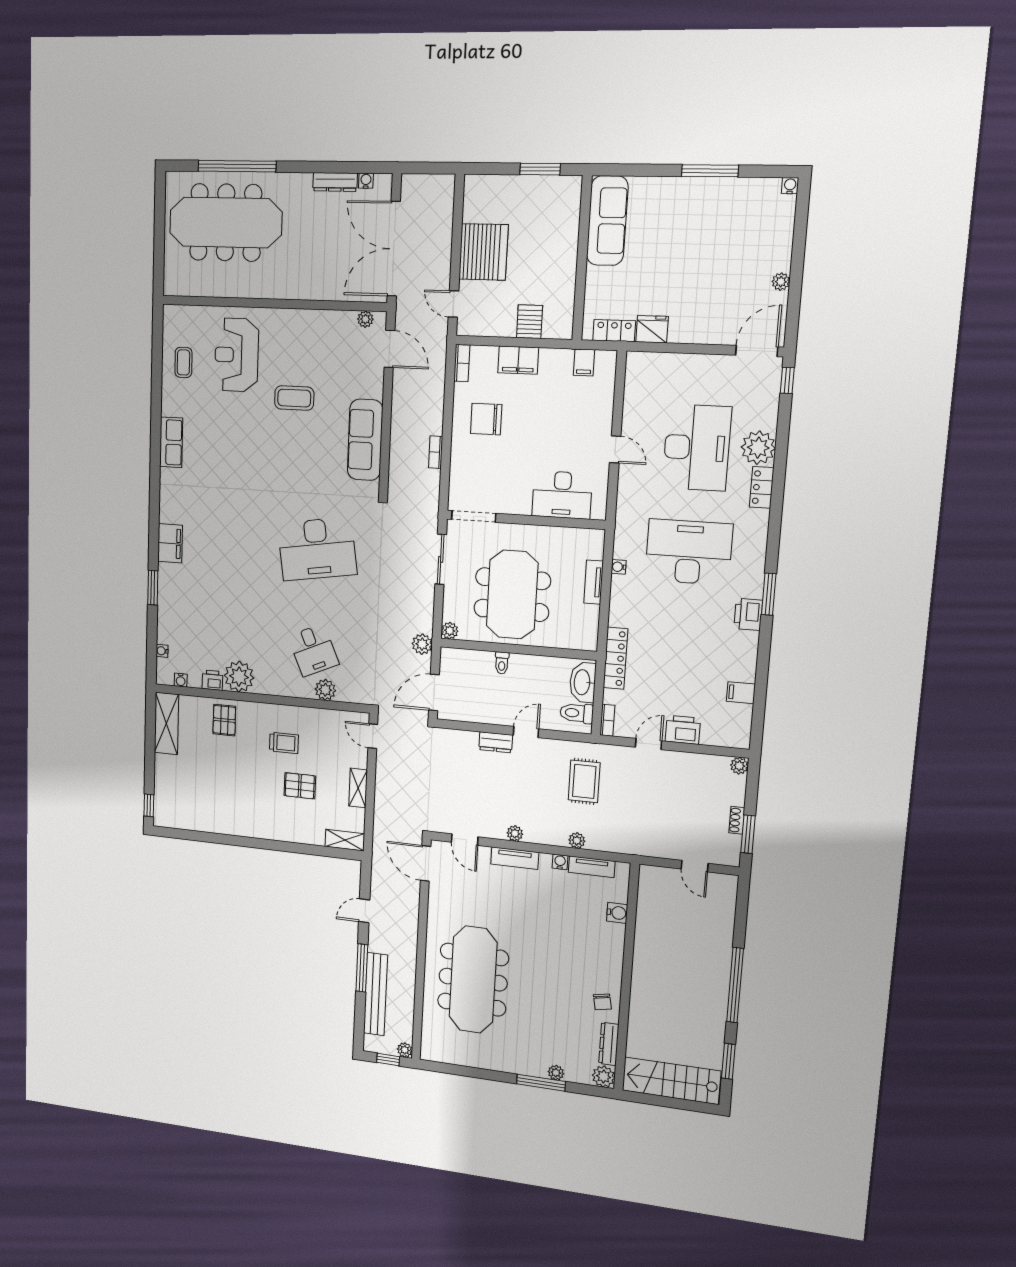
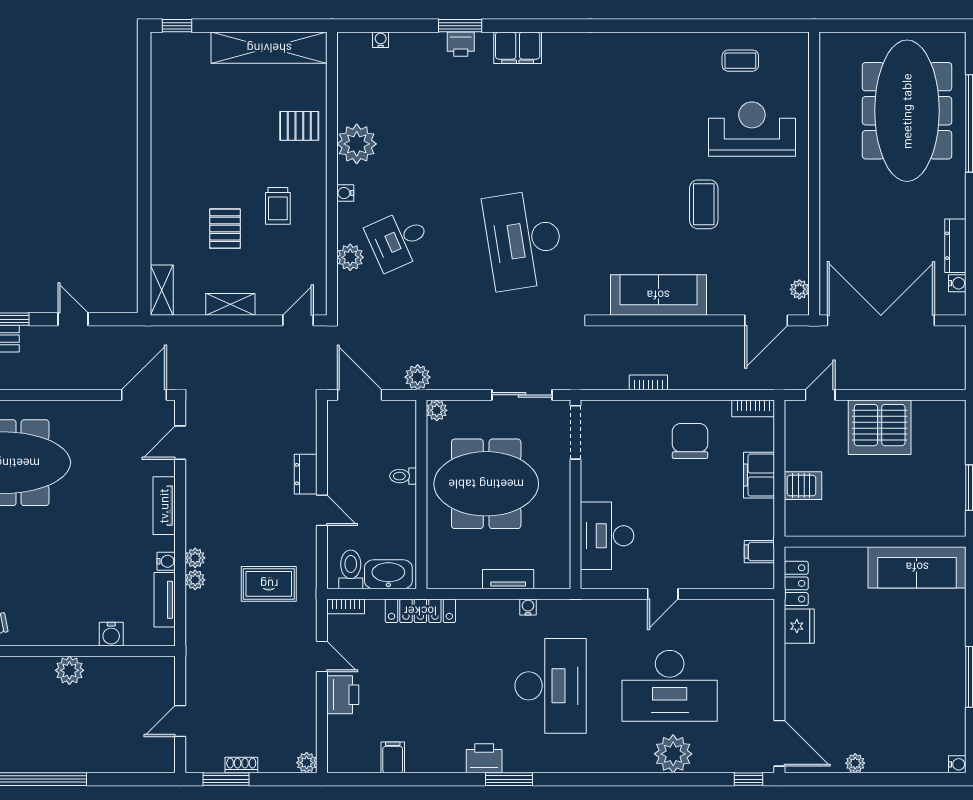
row of seats: (171, 442) -> (643, 46), removed
locker: (762, 487) -> (629, 761), removed
water cooler: (181, 680) -> (345, 193), moved
printer: (212, 680) -> (461, 44), moved, turned 90
shelving: (166, 723) -> (269, 48), width x1.47
plant: (515, 833) -> (195, 558), moved
plant: (645, 950) -> (69, 670), added

